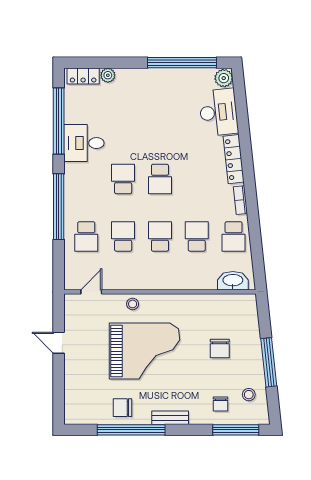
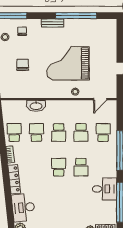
school desk: (197, 236) -> (36, 133), turned 180
washbasin: (233, 281) -> (36, 106), moved
chair: (122, 408) -> (81, 29), removed

